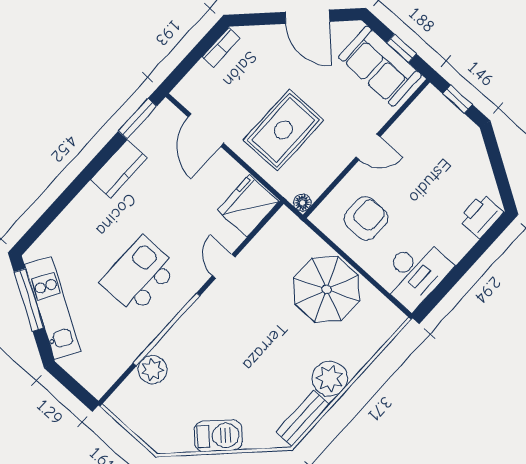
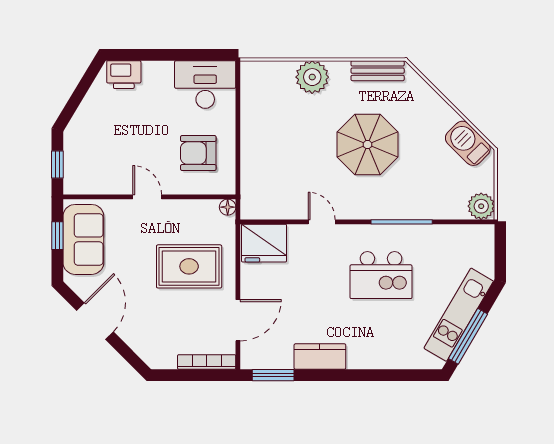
bookcase: (221, 48) -> (207, 362), moved, width x1.56
door: (224, 266) -> (322, 222), swing flipped
parasol: (327, 289) -> (367, 145), moved
window: (167, 329) -> (402, 222), width x0.68
plant: (152, 370) -> (481, 206), moved
plant: (330, 379) -> (312, 77), moved
barbecue: (218, 436) -> (468, 143), moved

